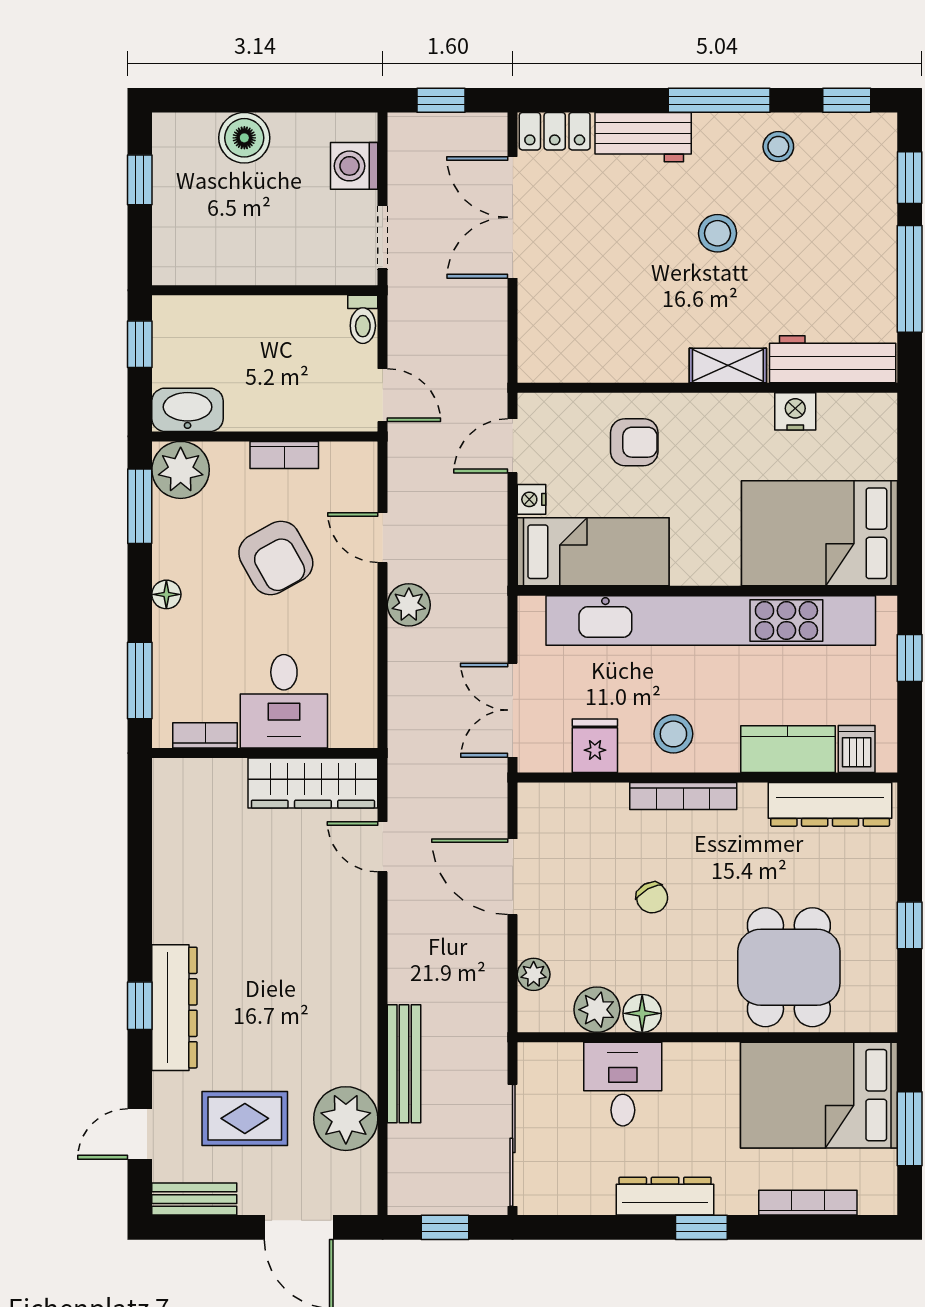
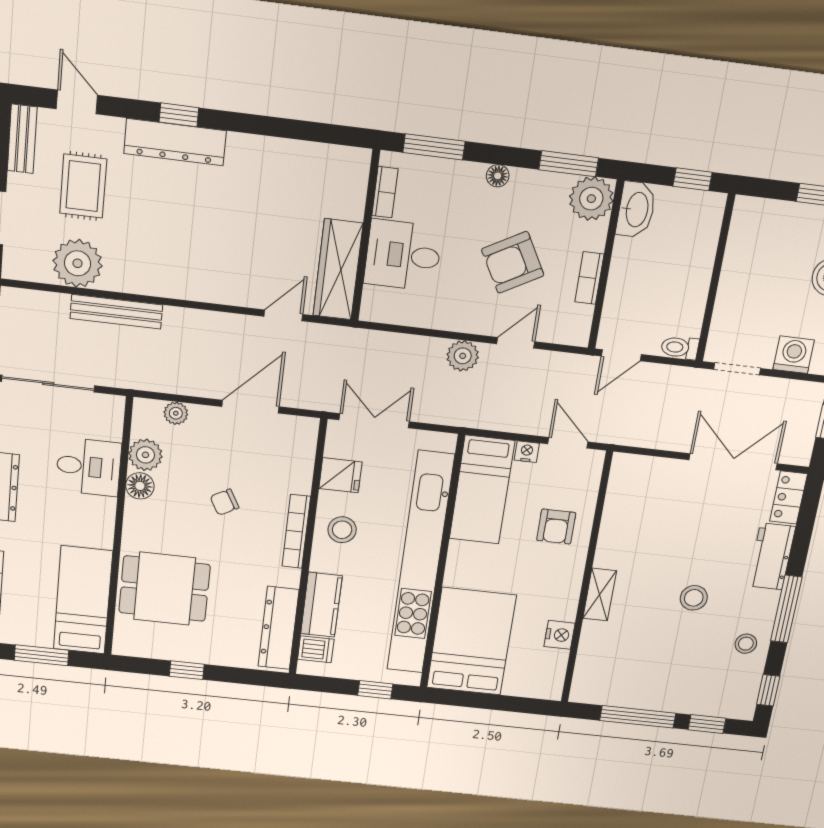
workbench: (833, 359) -> (592, 663), removed
bed: (819, 1095) -> (83, 600), width x0.67

